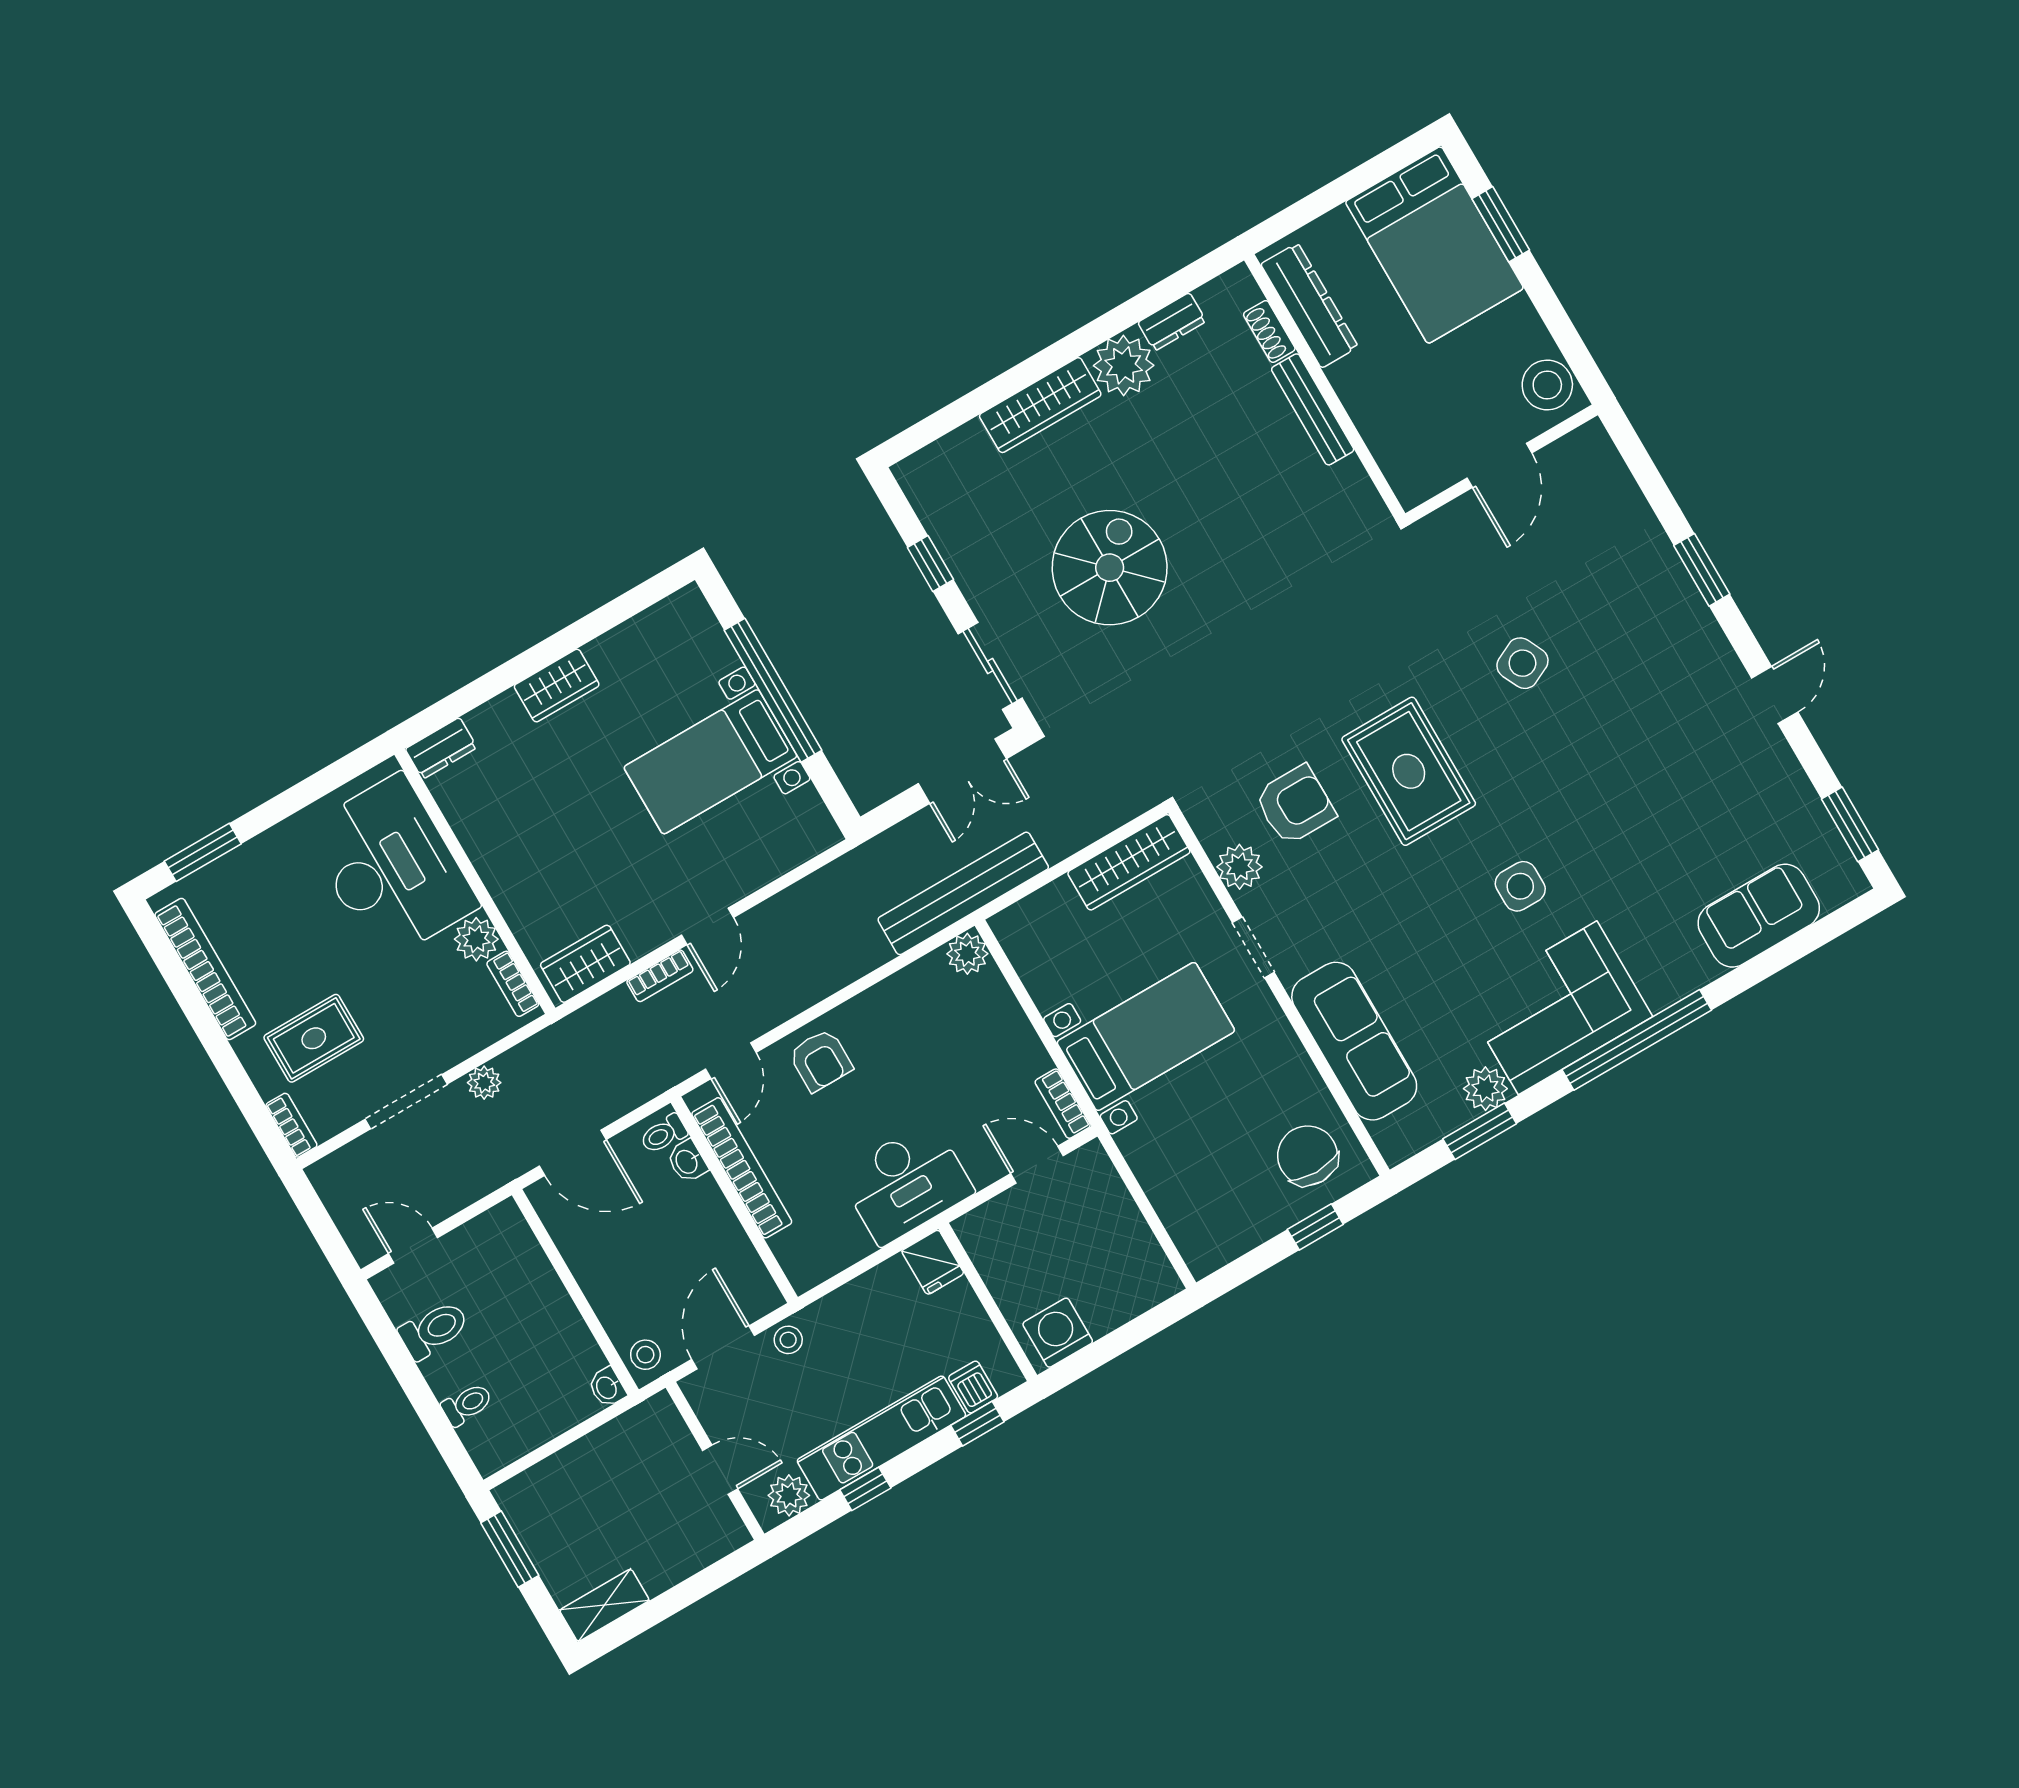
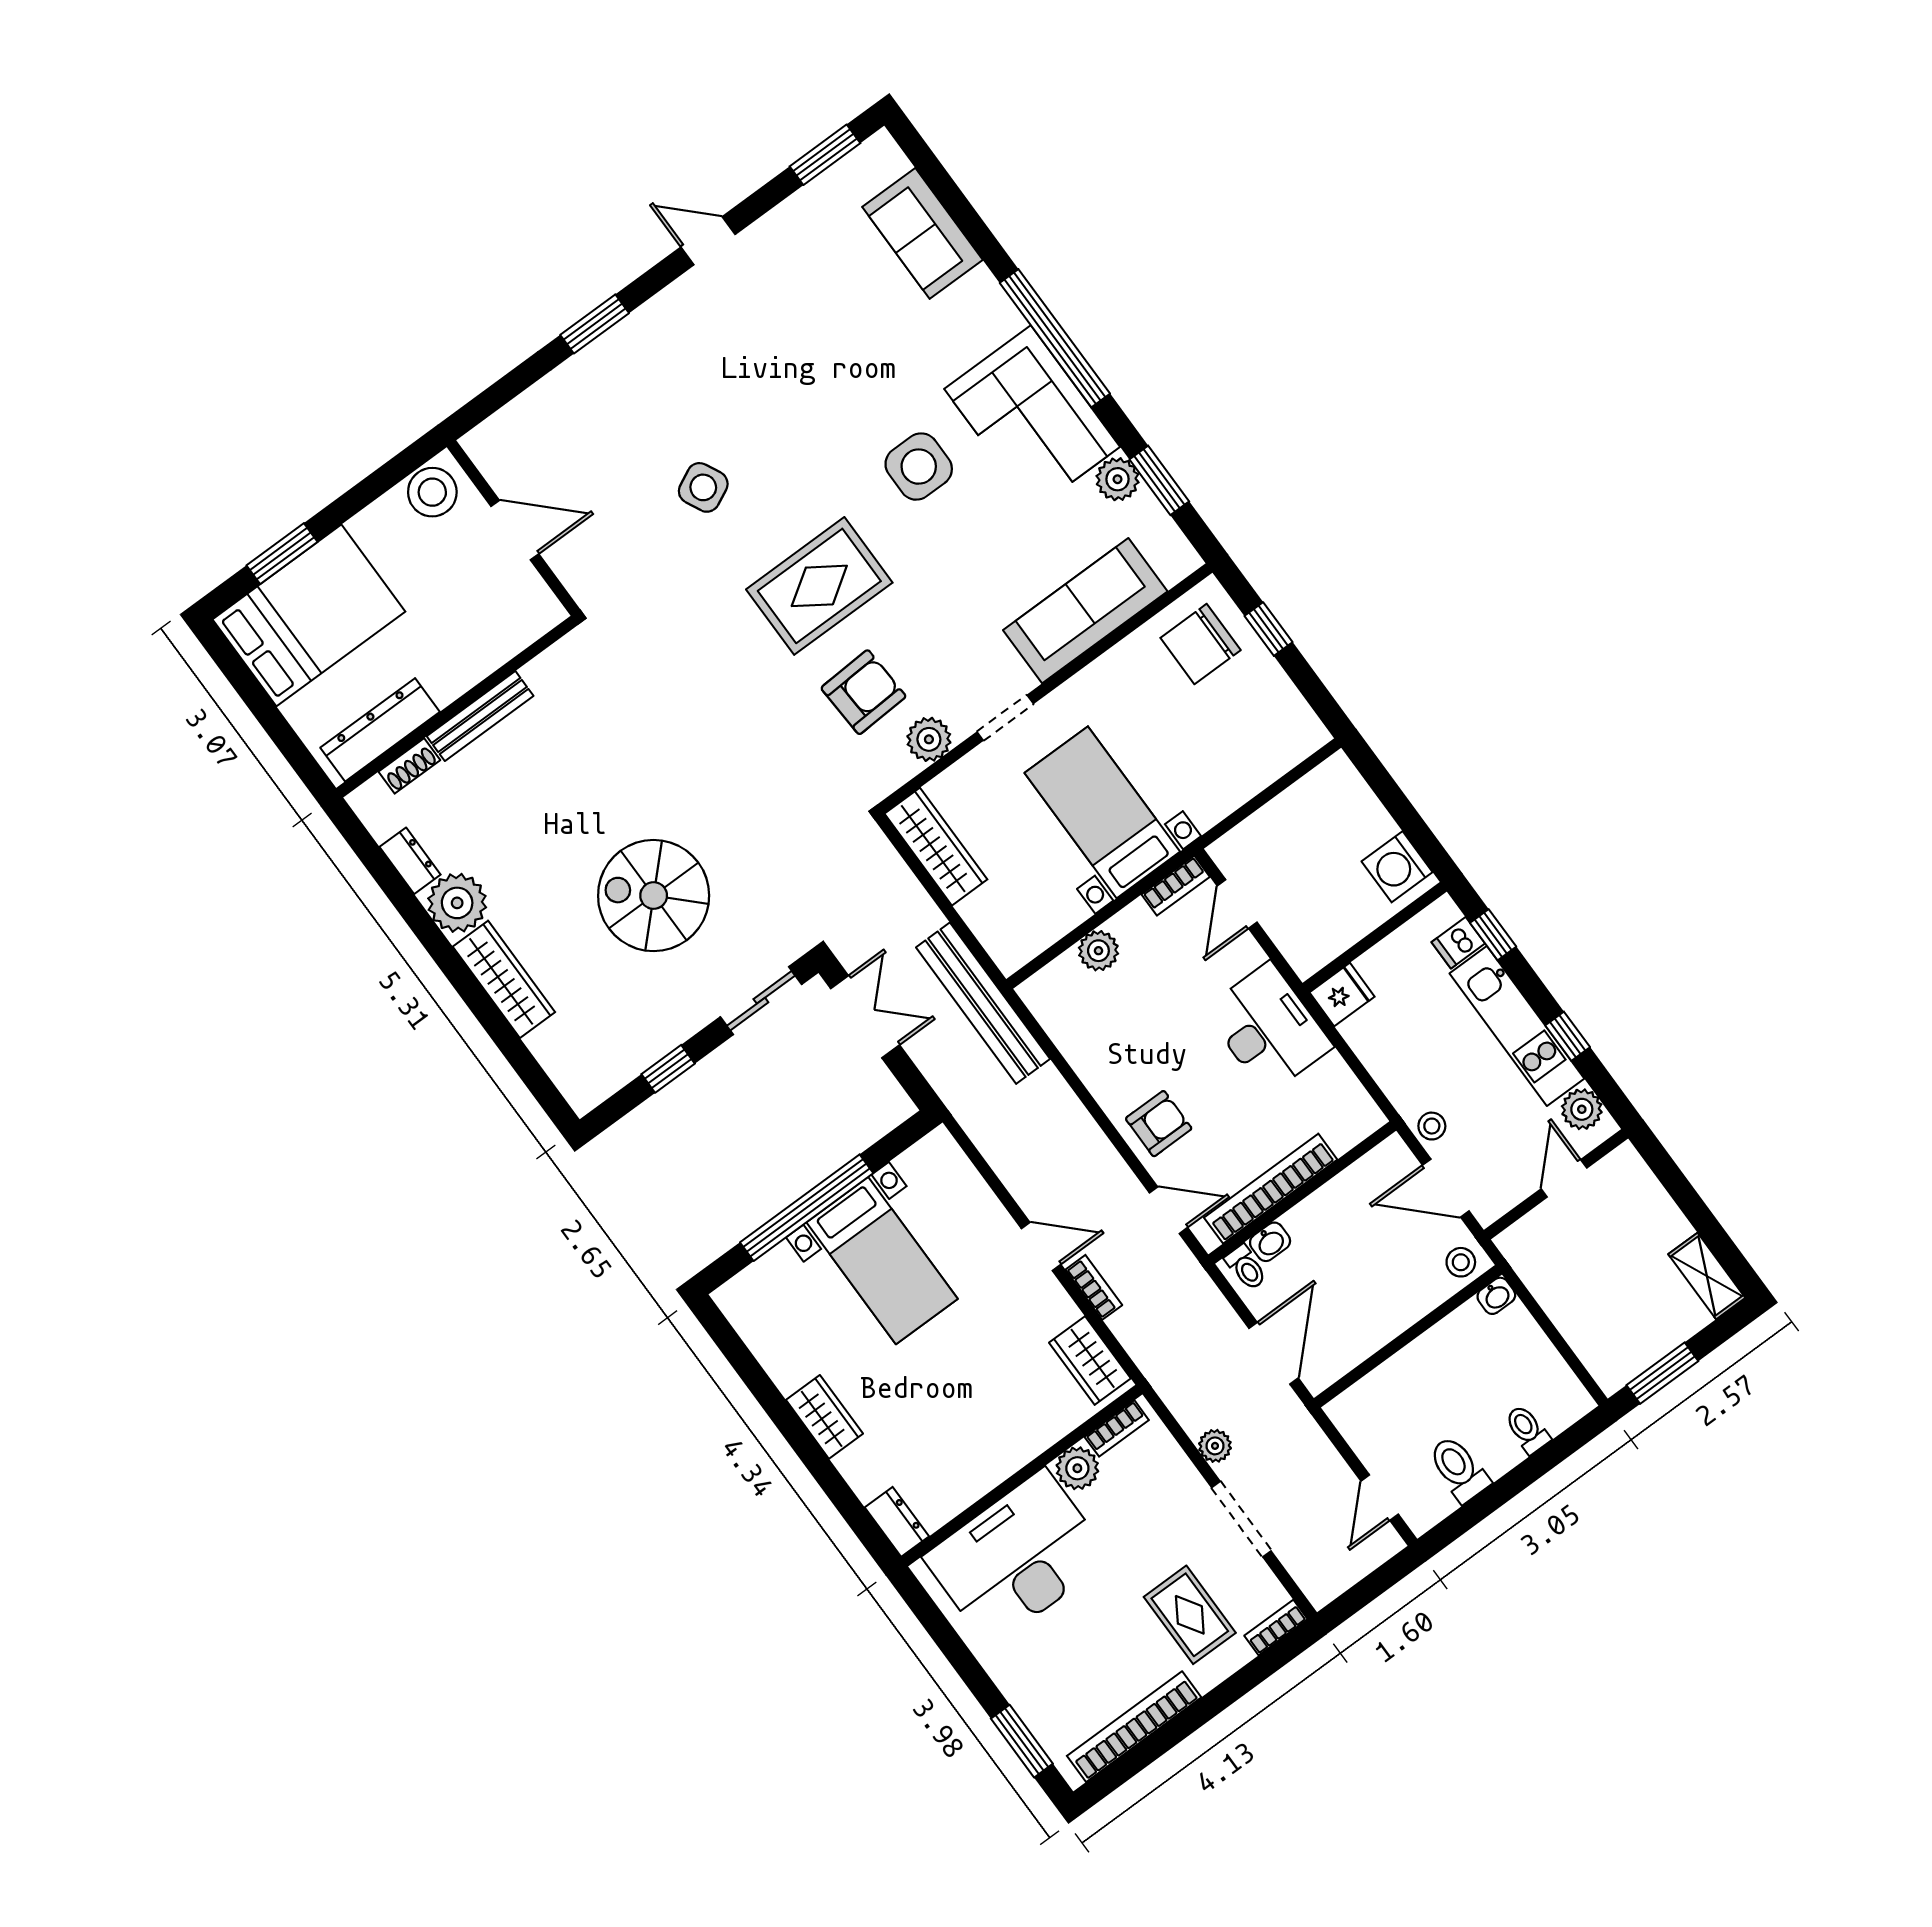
armchair: (1295, 805) -> (863, 692), turned 87
side table: (1520, 886) -> (919, 467), width x1.37, depth x1.37
plant: (967, 954) -> (1098, 951), moved

